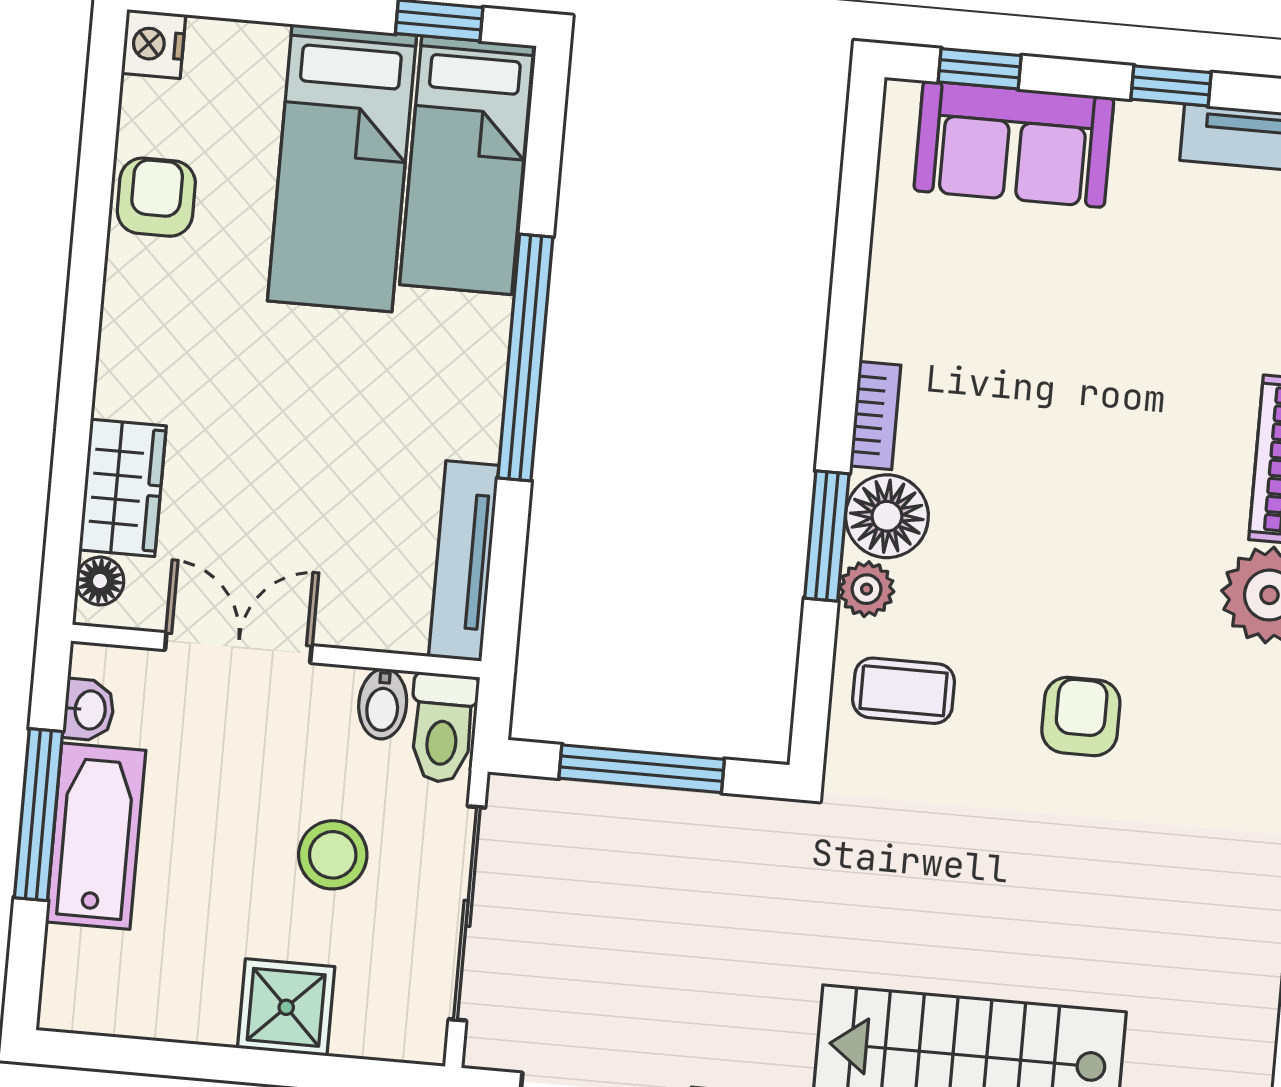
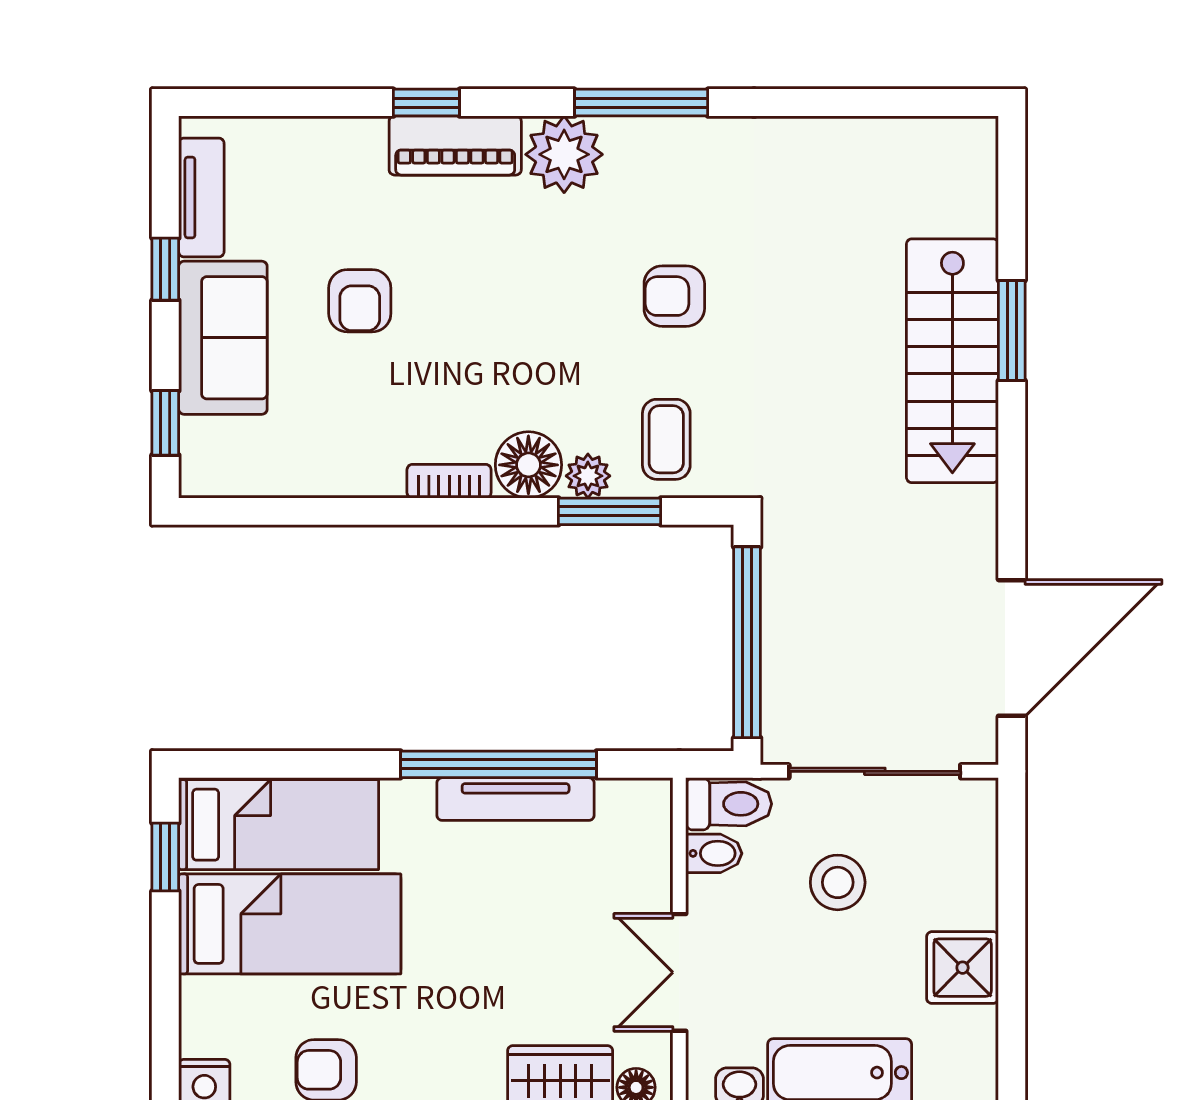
sofa: (1014, 144) -> (223, 338), moved
armchair: (1110, 324) -> (360, 301), added
window: (525, 357) -> (498, 764), moved
window: (827, 536) -> (610, 511), moved
tv unit: (464, 561) -> (516, 799), moved
window: (642, 769) -> (747, 642), width x1.46
shower: (286, 1007) -> (963, 968), moved

